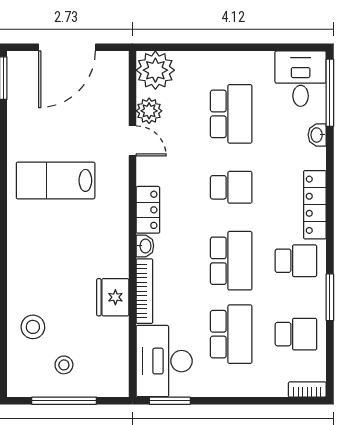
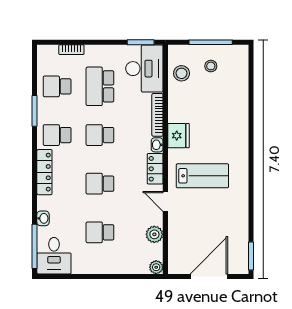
plant: (155, 70) -> (156, 267), width x0.53, depth x0.53
school desk: (231, 114) -> (100, 232), width x0.54
door: (132, 141) -> (165, 201), moved
lab bench: (56, 180) -> (202, 176), moved
school desk: (231, 261) -> (100, 135), width x0.54
fridge: (113, 297) -> (178, 136), moved
stool: (33, 327) -> (182, 73), moved
bookcase: (307, 389) -> (71, 50), moved

